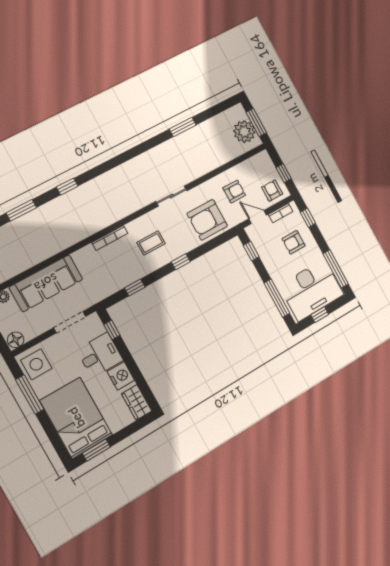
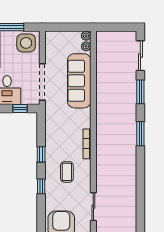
window: (67, 187) -> (140, 134), width x1.50
window: (135, 287) -> (41, 154), moved
doorway: (70, 322) -> (42, 82), width x1.36
floor lamp: (16, 340) -> (51, 38), removed

